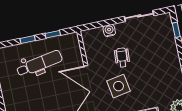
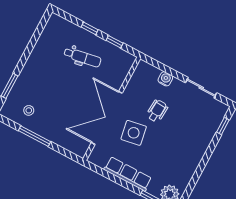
dental chair: (39, 64) -> (82, 57), width x0.73, depth x0.72

